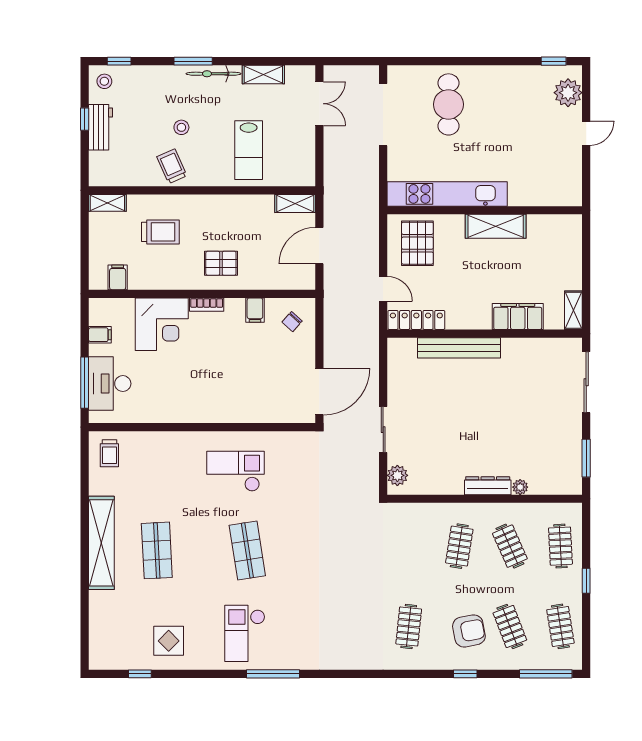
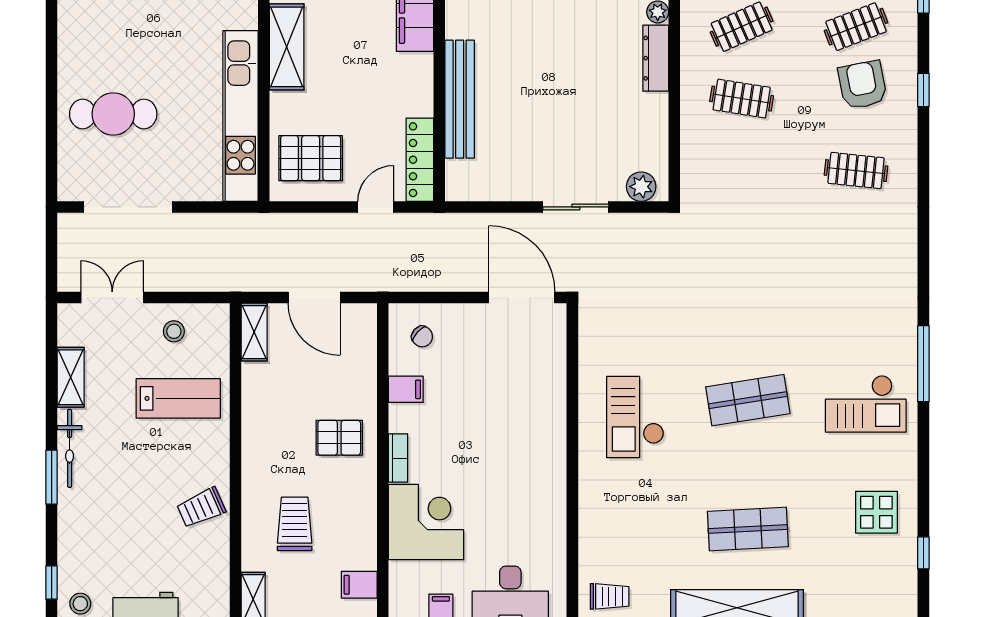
stool: (181, 127) -> (174, 331), moved
pallet: (221, 263) -> (339, 438), turned 90

